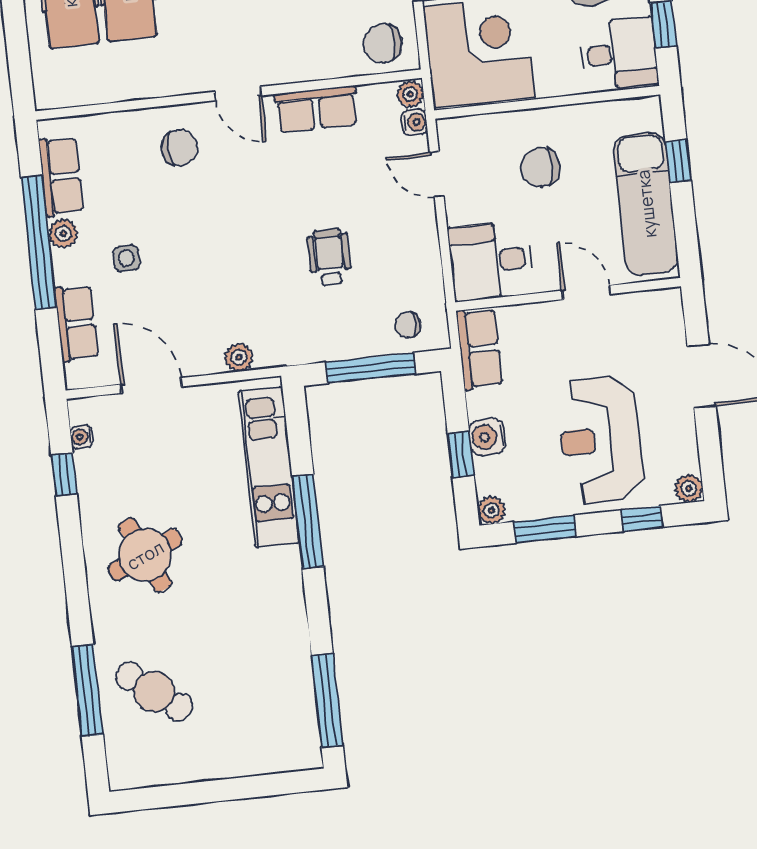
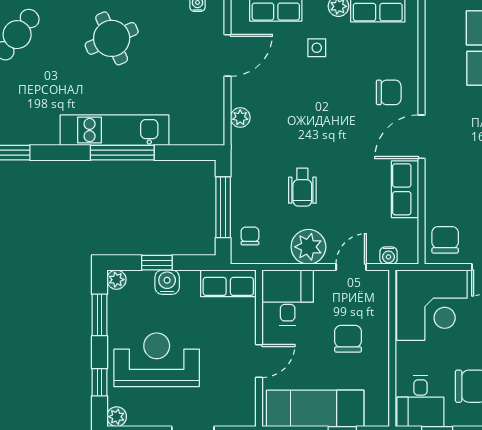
door: (238, 94) -> (421, 137), width x1.38
plant: (410, 94) -> (308, 247), moved, width x1.88, depth x1.88
chair: (179, 148) -> (389, 92), turned -90
wheelchair: (329, 257) -> (302, 187), turned 90
kitchen unit: (269, 467) -> (115, 130), moved

